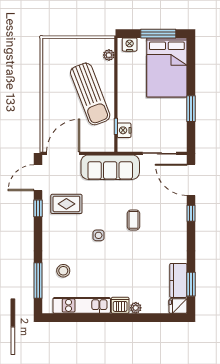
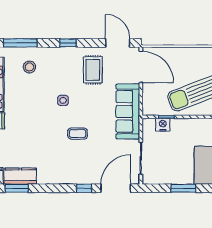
window: (38, 208) -> (68, 43), moved

